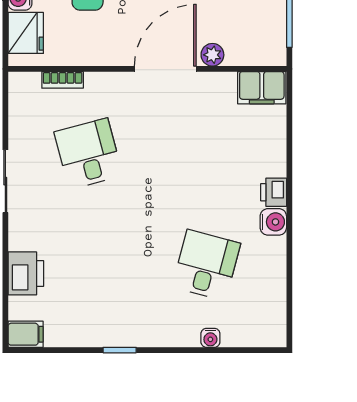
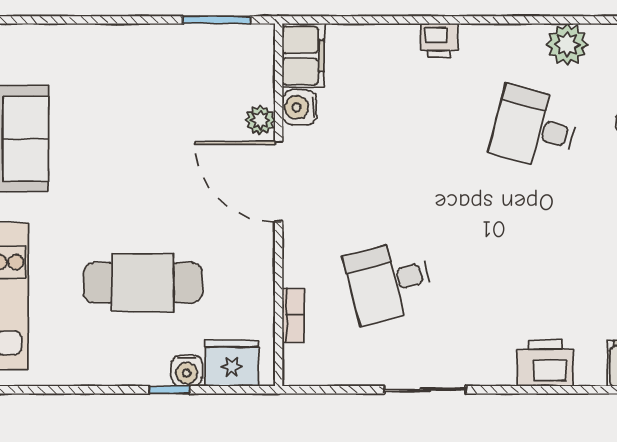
water cooler: (273, 222) -> (299, 107), moved, turned -90
plant: (271, 290) -> (567, 44), added

